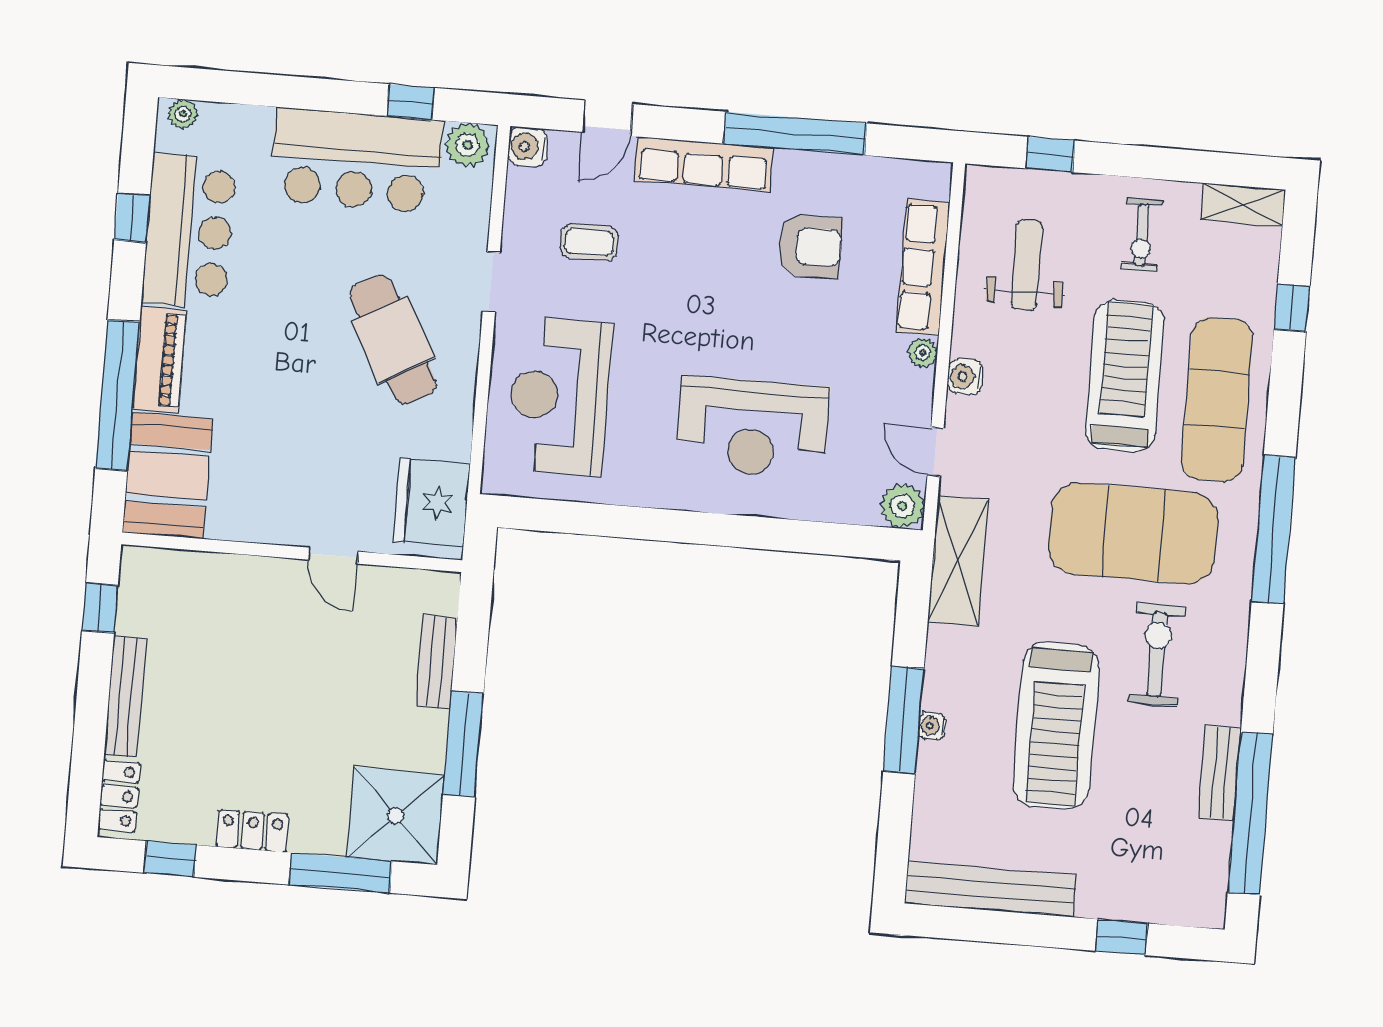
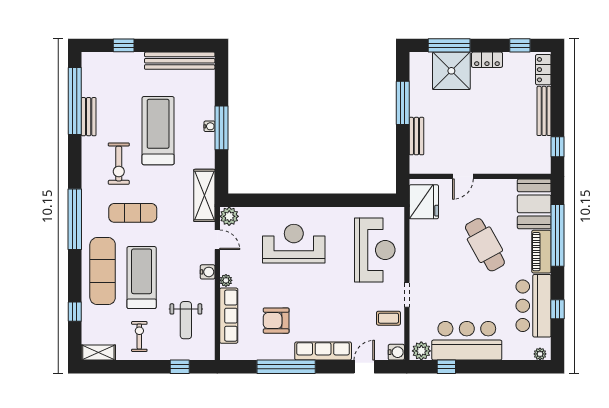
coffee table: (589, 242) -> (388, 318), moved
cafe table: (393, 339) -> (485, 245), moved
treadmill: (1125, 376) -> (142, 278), turned 180
exercise mat: (1133, 533) -> (133, 213), width x0.50, depth x0.69
door: (333, 556) -> (463, 176), swing flipped
shower: (396, 816) -> (451, 71), moved

